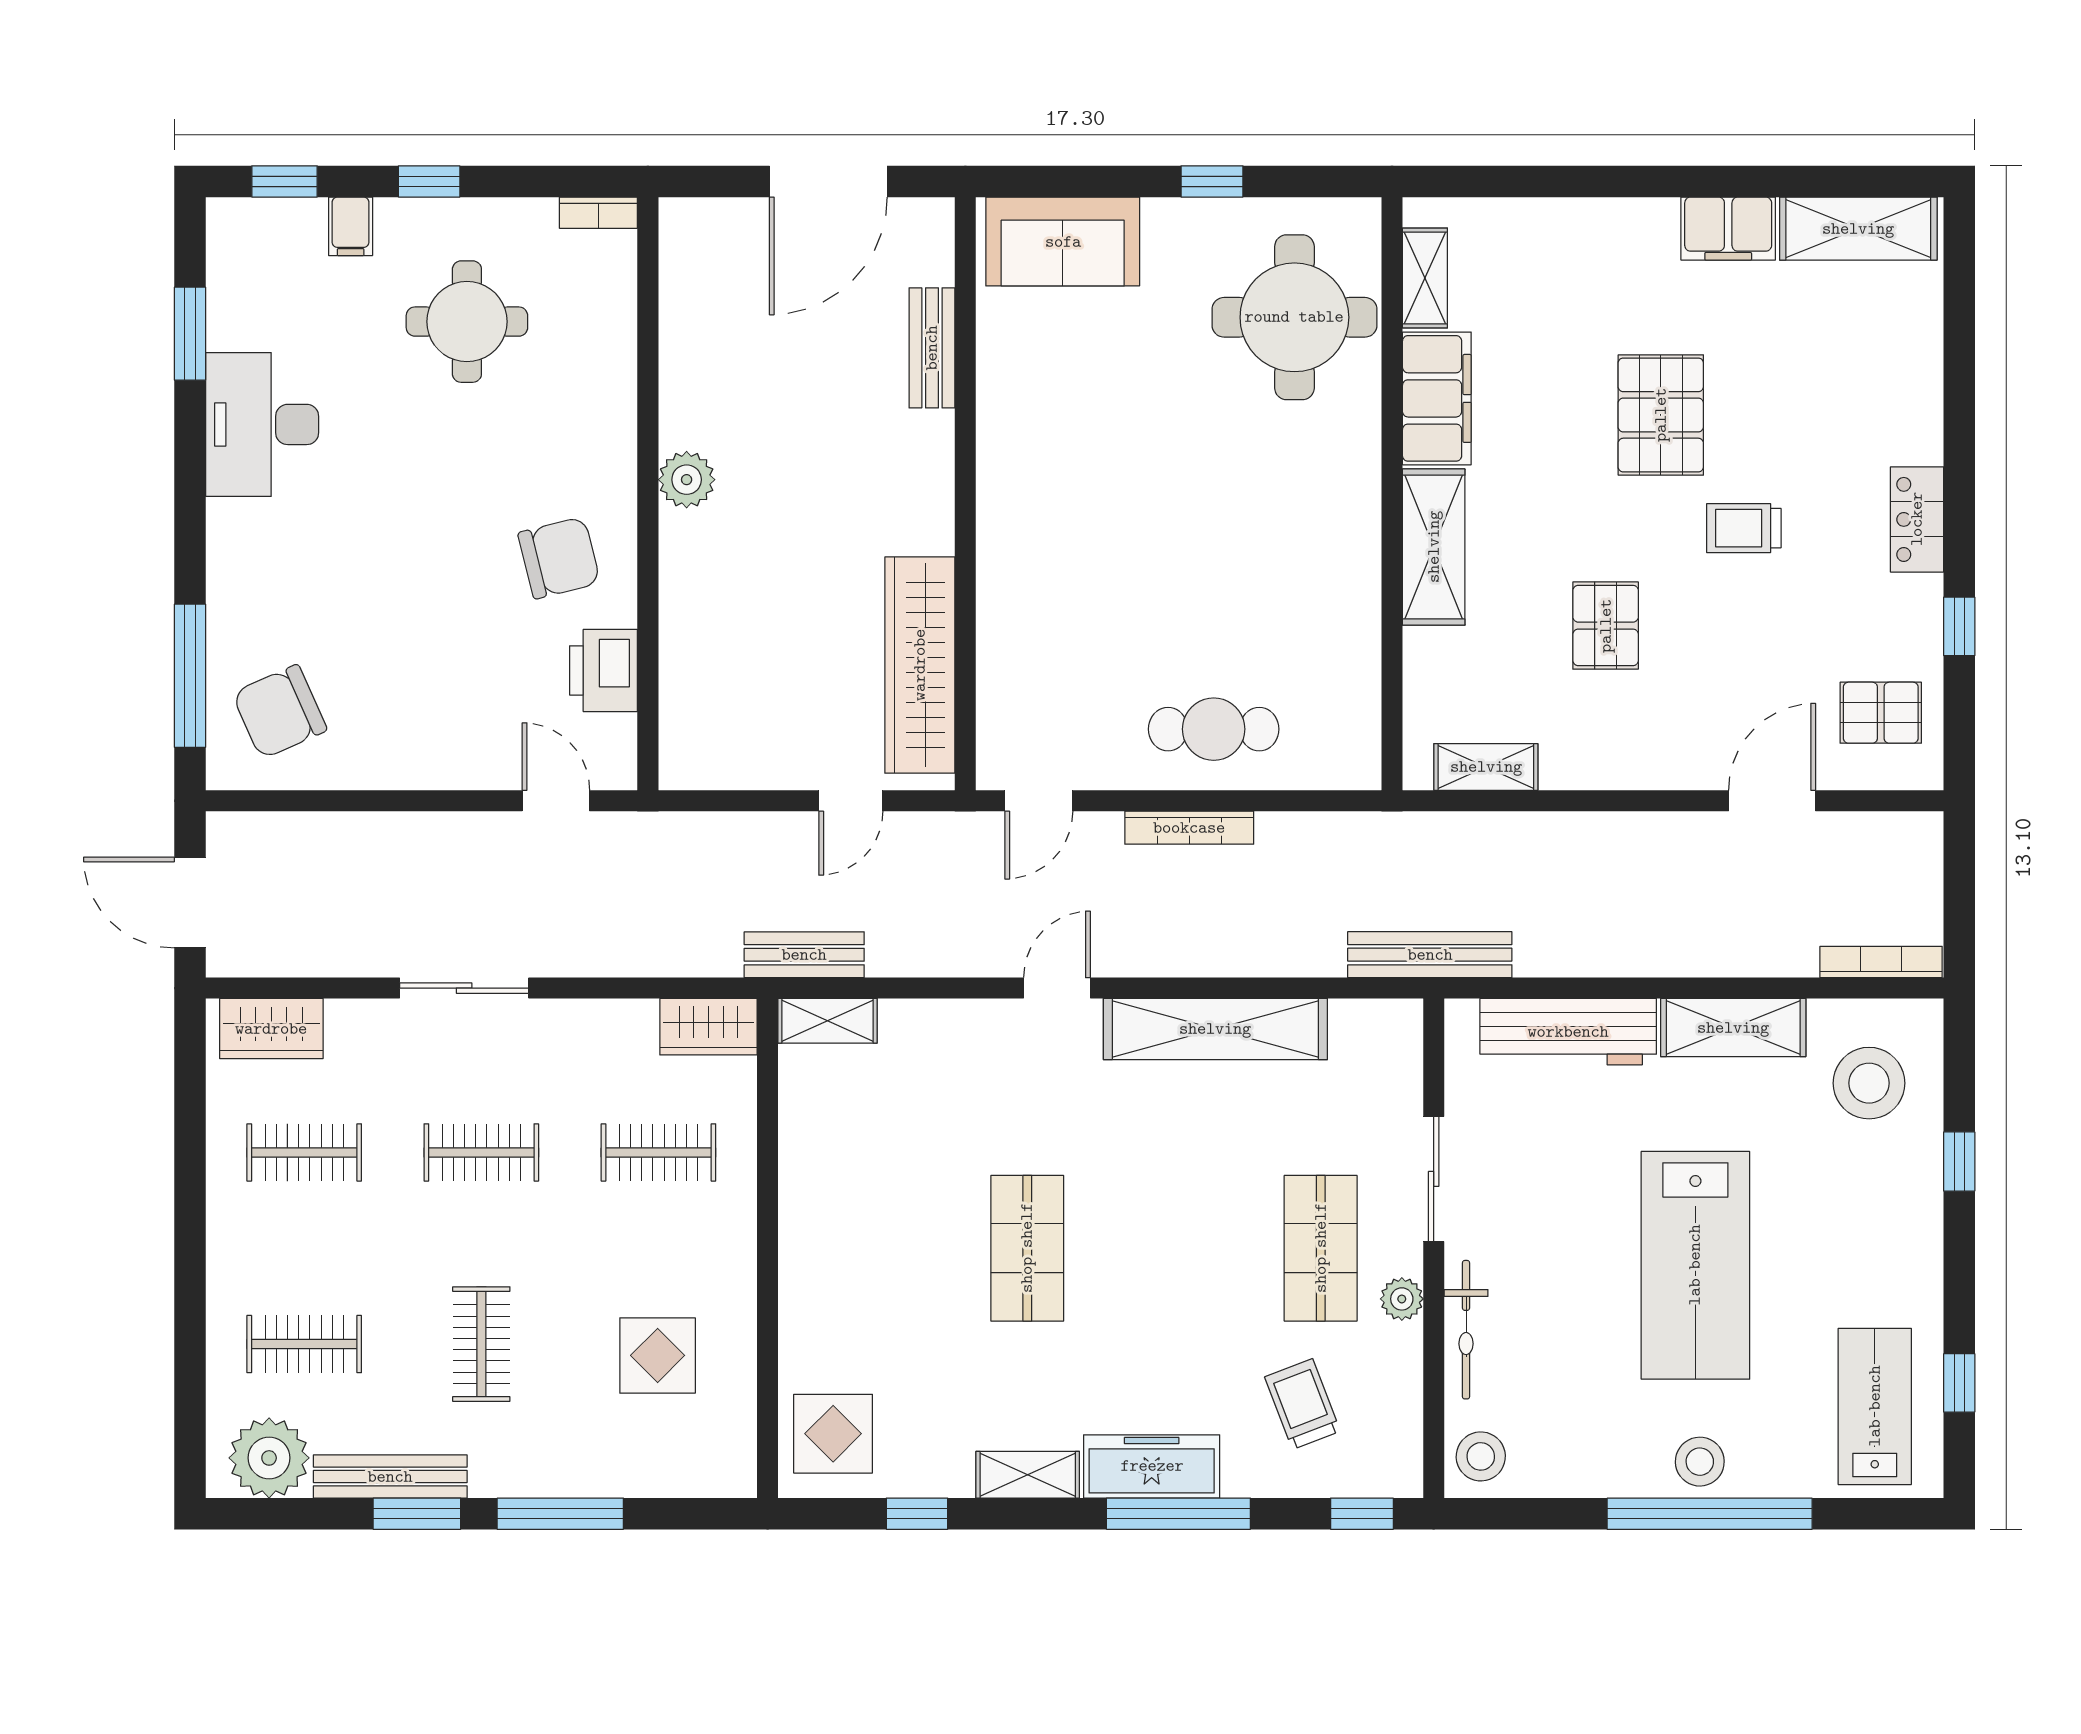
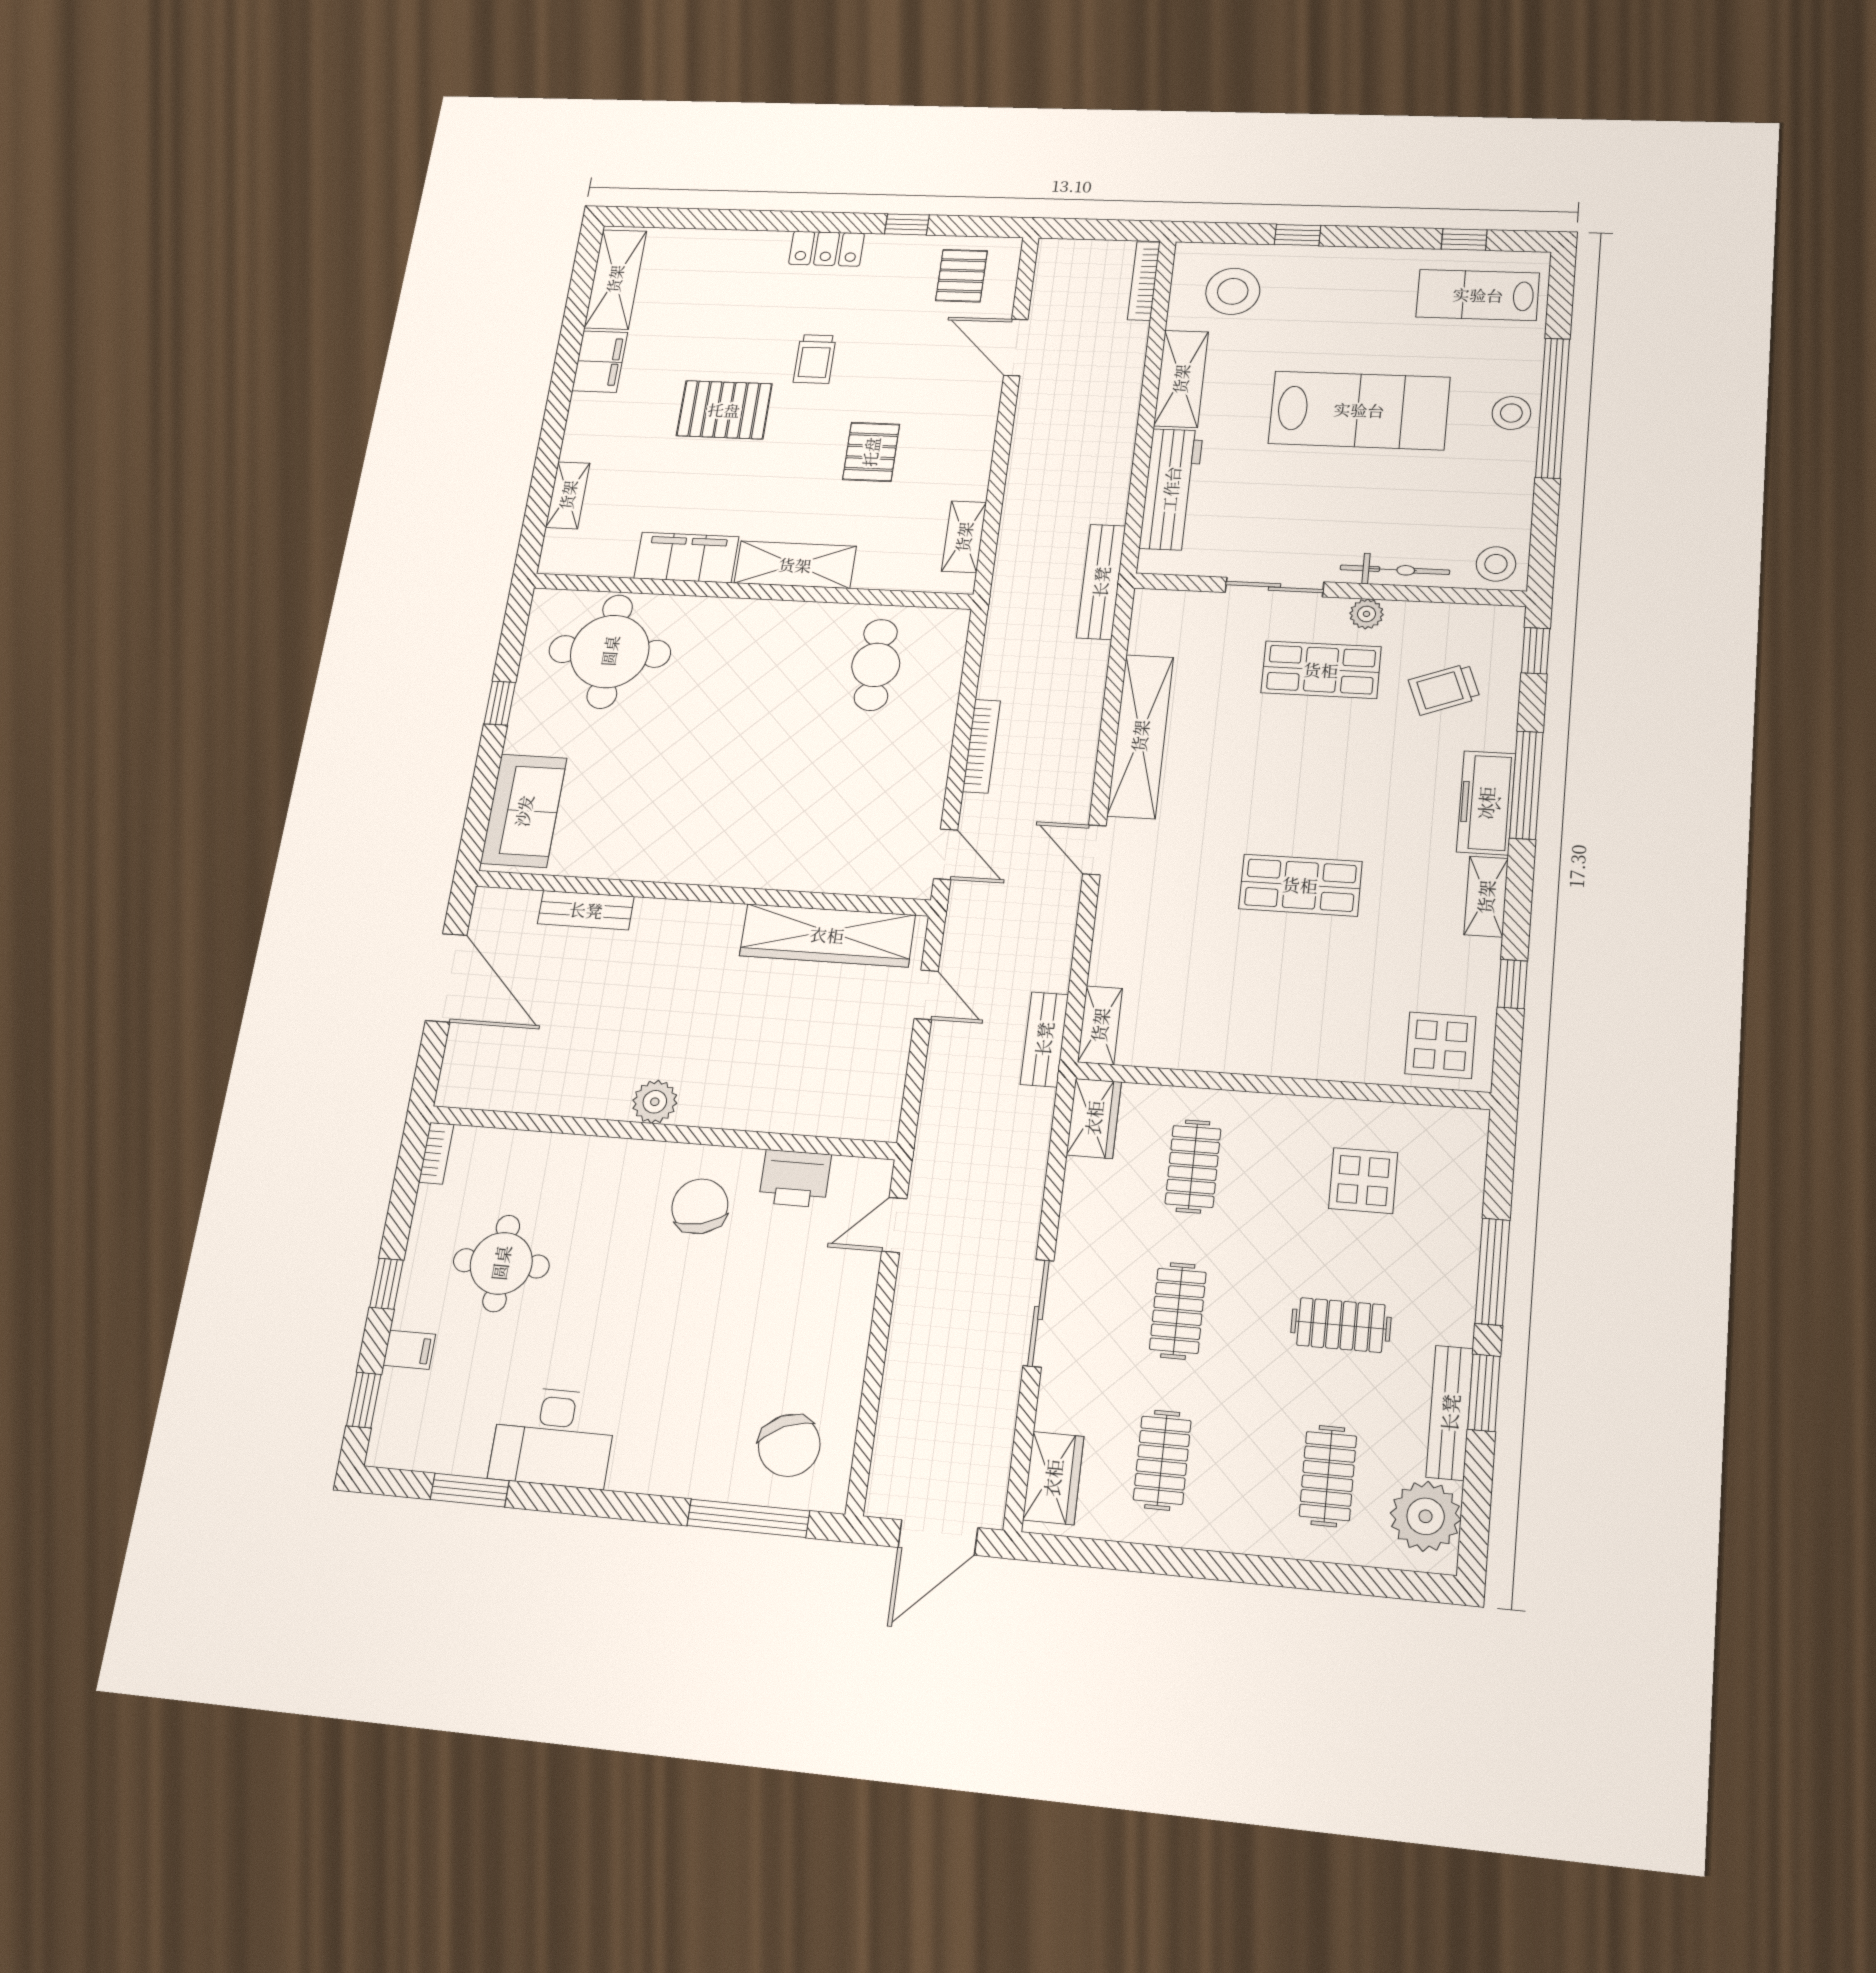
shelving: (1425, 278) -> (568, 495), moved, turned 90
pallet: (1606, 626) -> (871, 452), turned 90
cafe table: (1214, 729) -> (876, 665), moved

